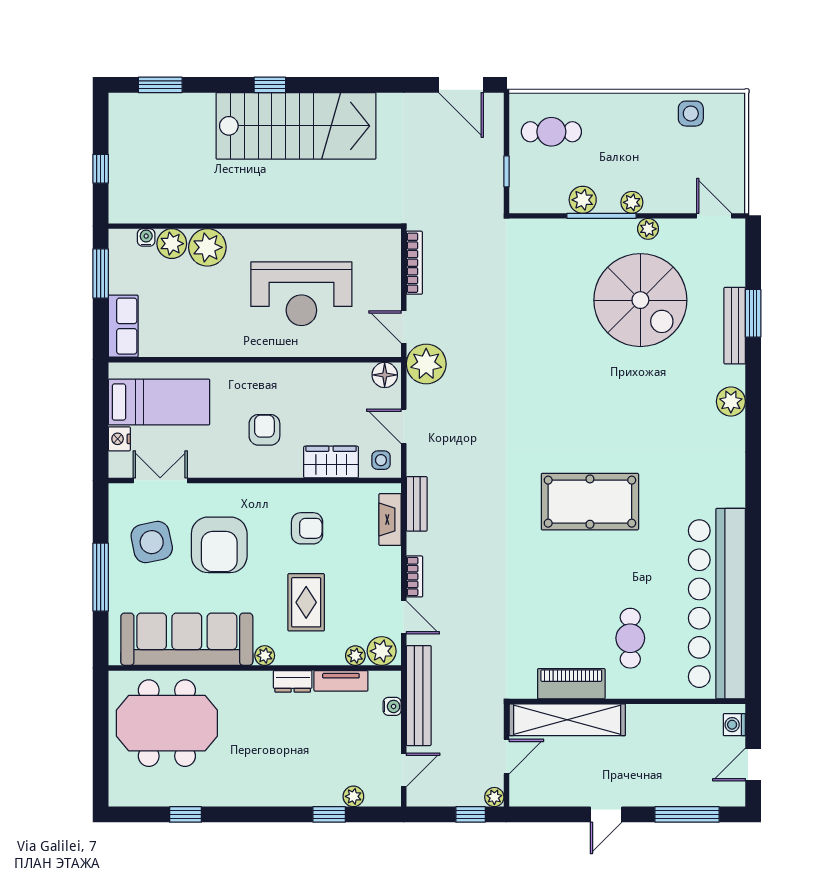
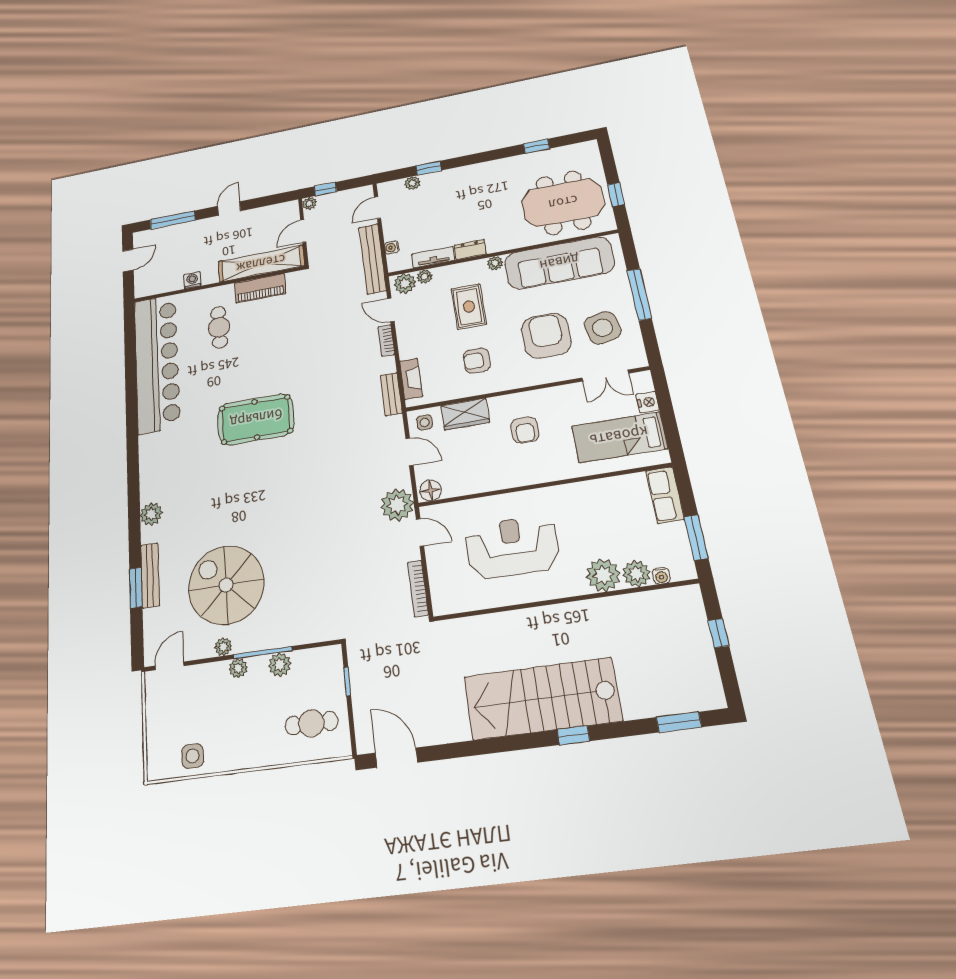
door: (714, 216) -> (170, 666), swing flipped
window: (101, 720) -> (616, 195), added
washing machine: (734, 725) -> (192, 280), moved, turned -90

